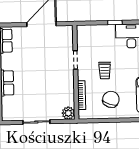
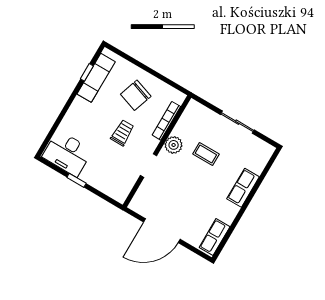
coffee table: (44, 90) -> (206, 154), added
plant: (68, 113) -> (174, 145), moved

